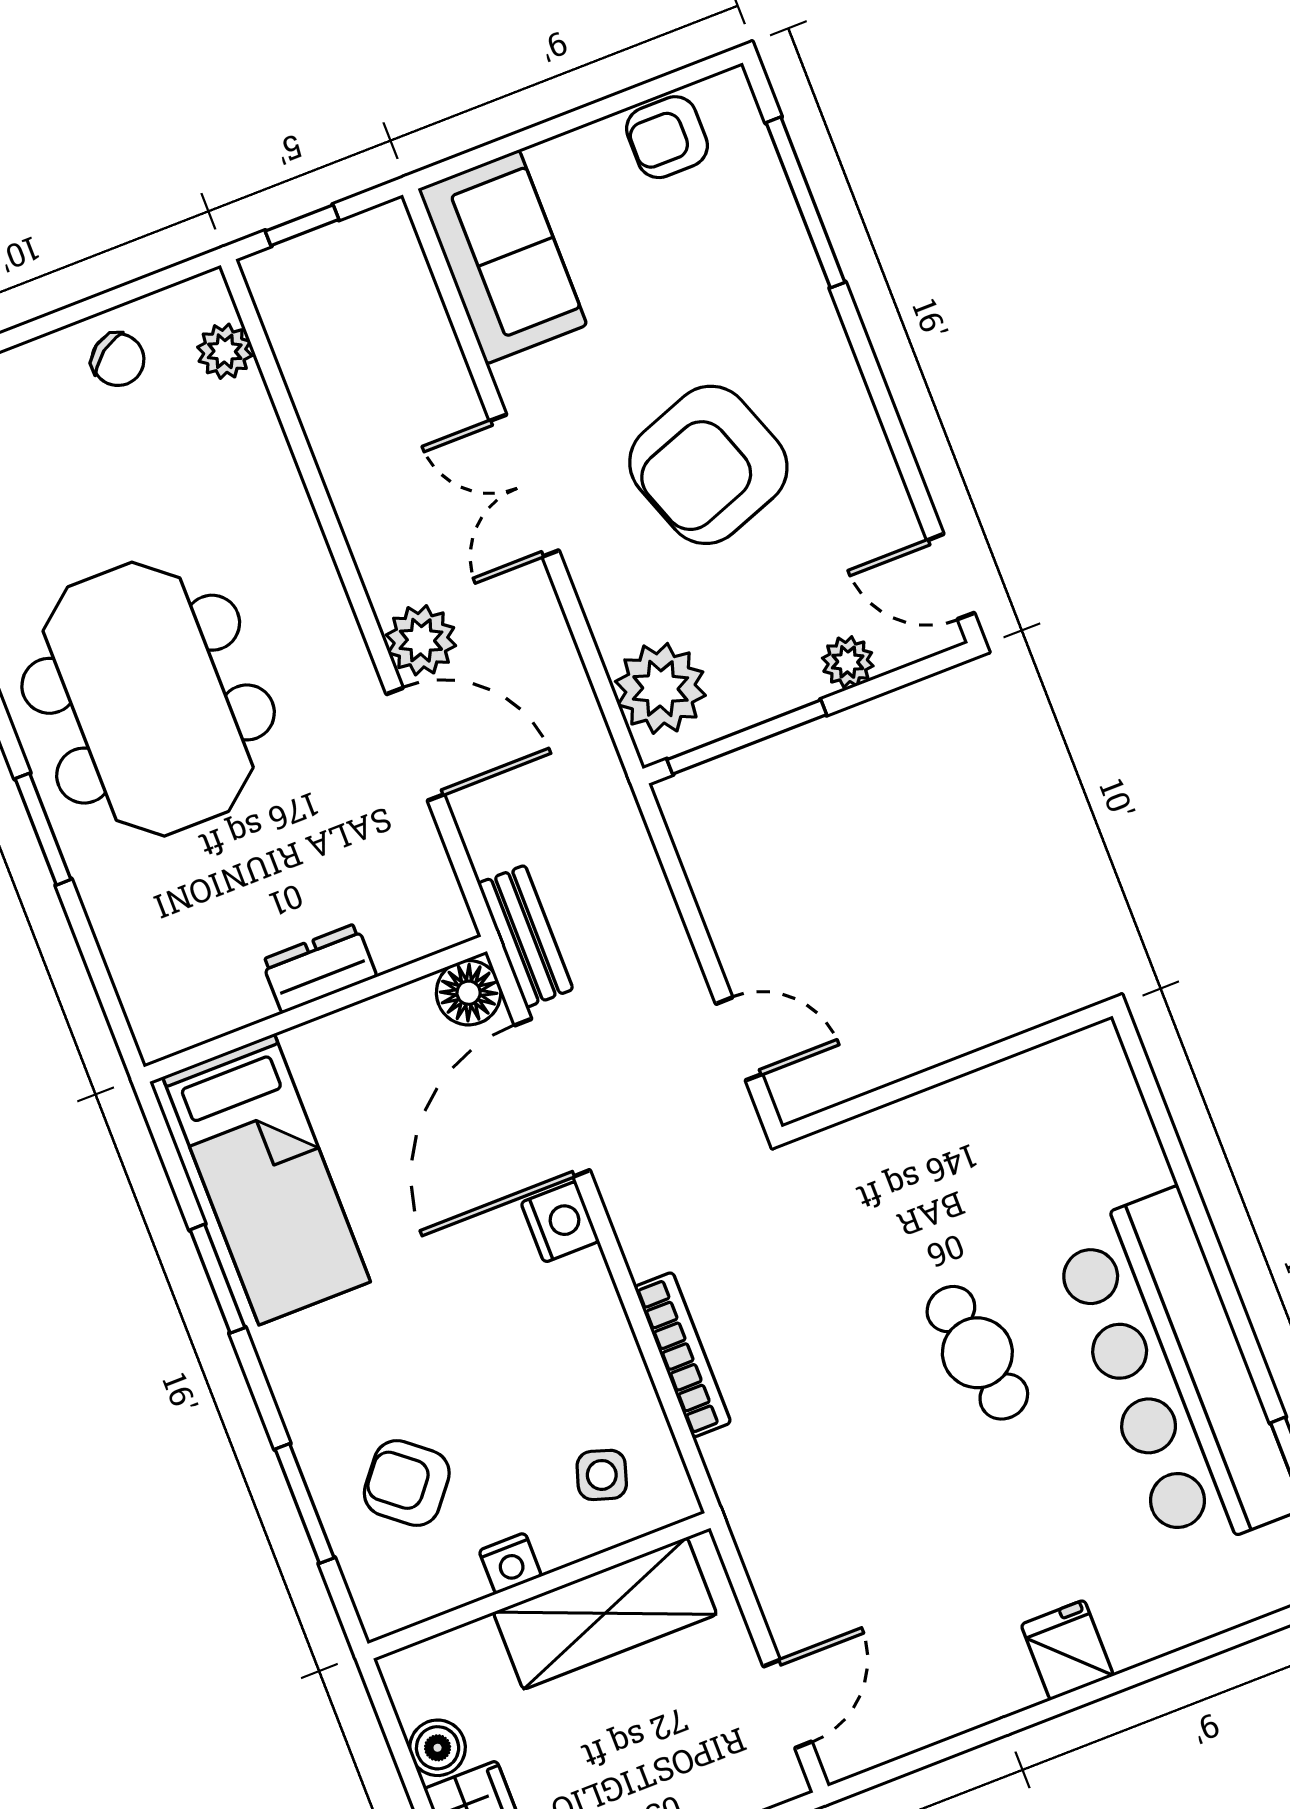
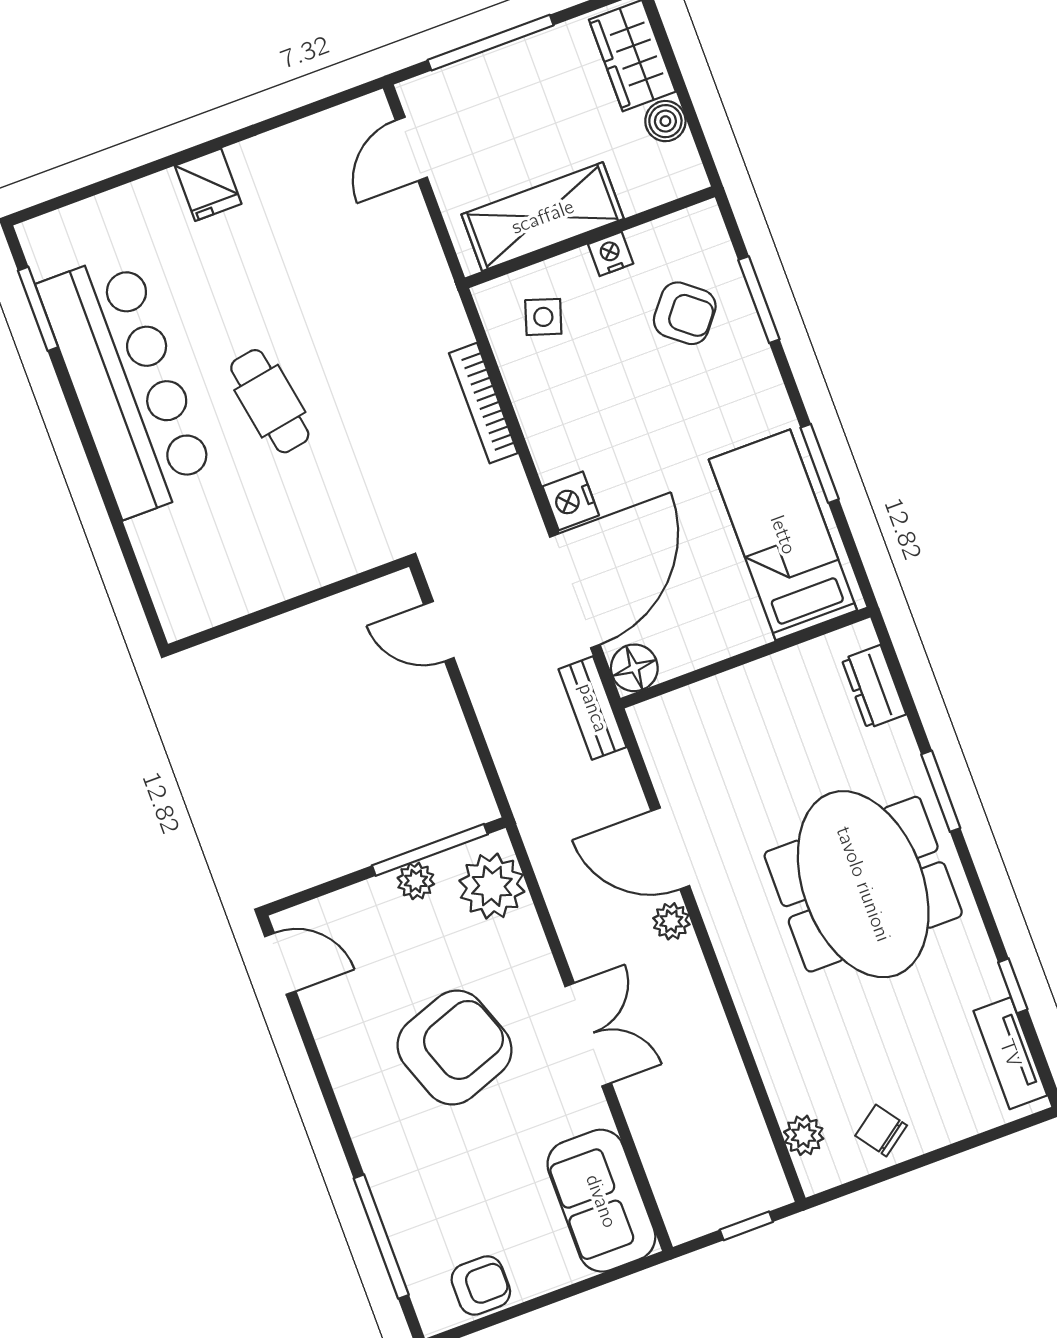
plant: (421, 640) -> (671, 921), width x0.73, depth x0.73
plant: (848, 662) -> (416, 881), moved
dresser: (319, 968) -> (874, 687), moved, turned 90

